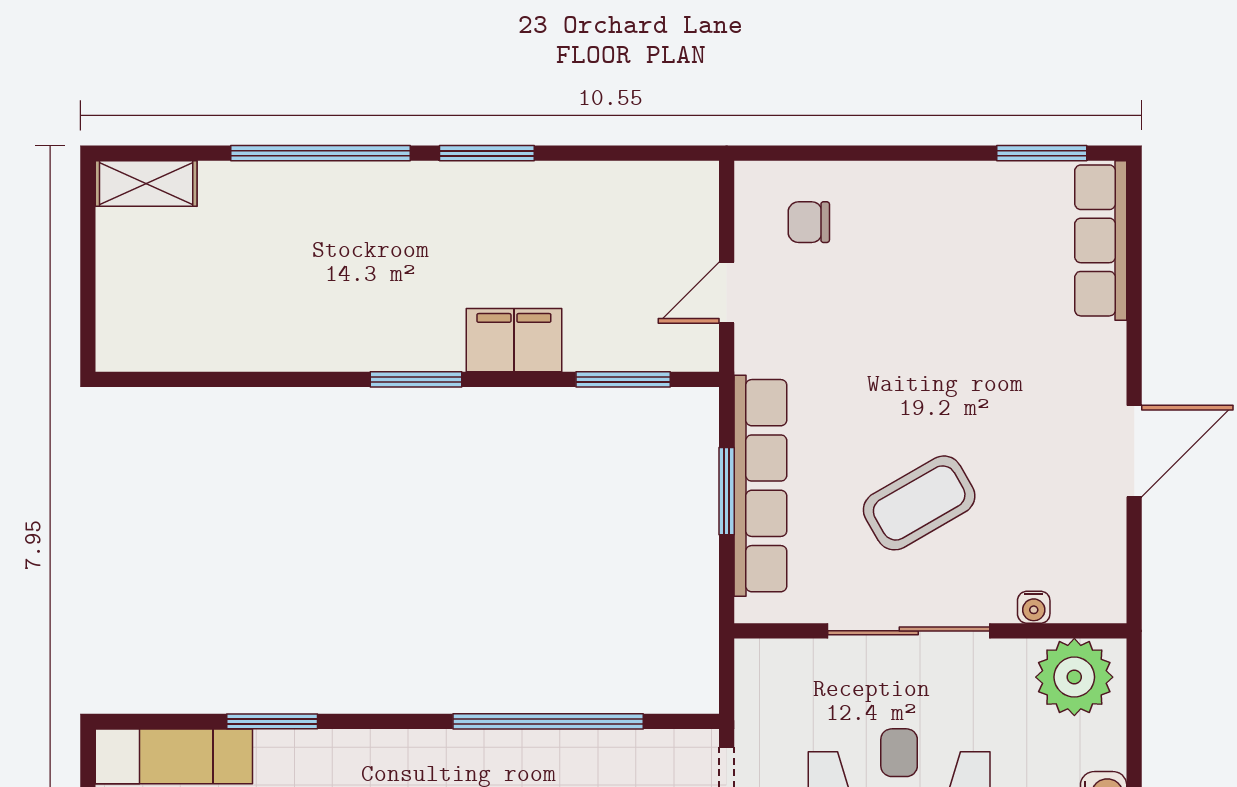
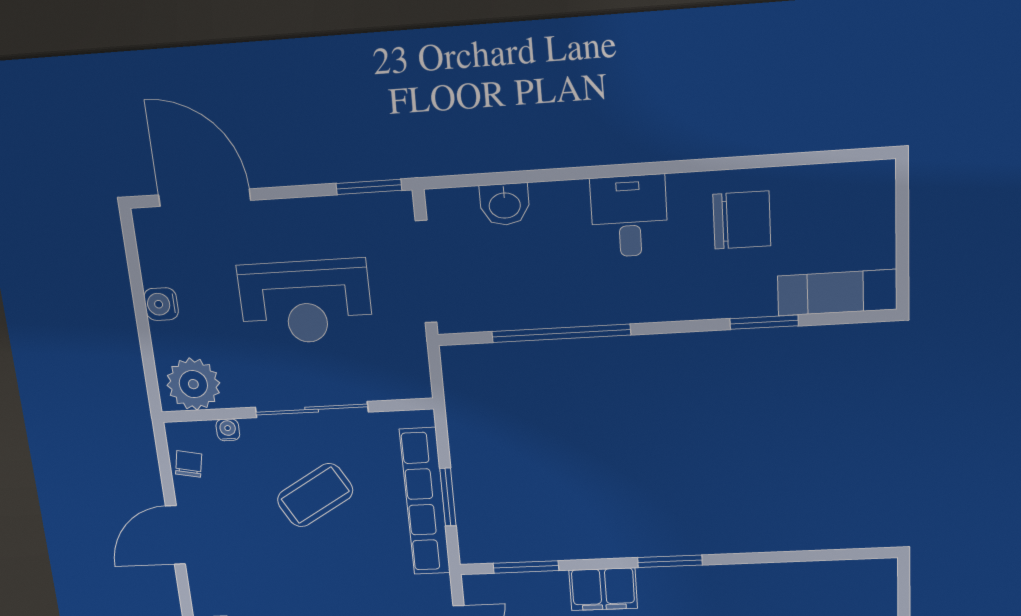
chair: (1098, 559) -> (189, 464), added

